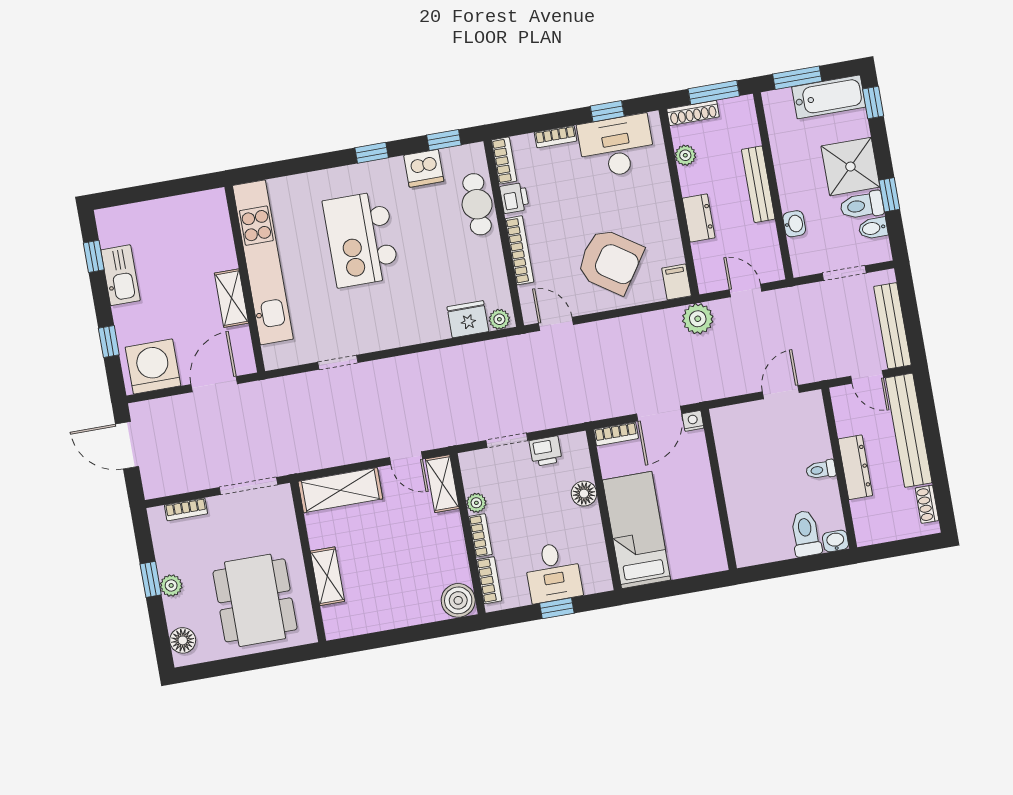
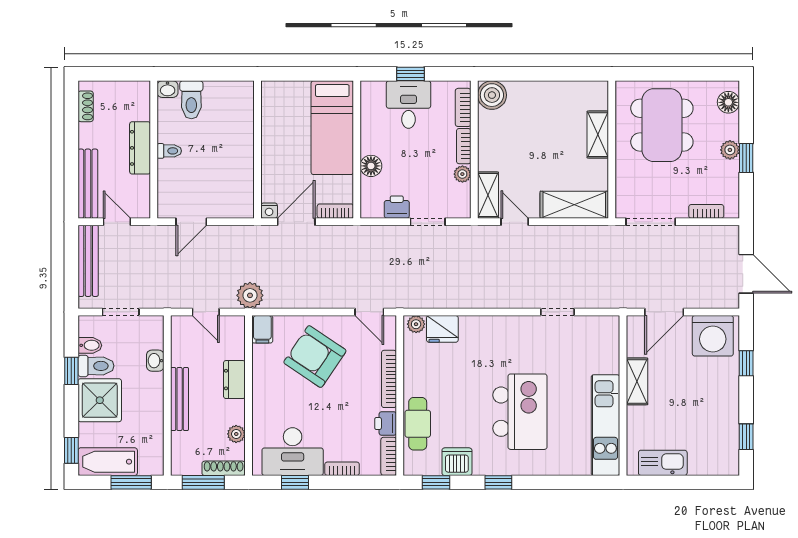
kitchen unit: (263, 262) -> (605, 425), width x0.73
kitchen sink: (120, 275) -> (663, 463), moved, turned 90
bench: (909, 430) -> (88, 184), width x0.73, depth x0.82

